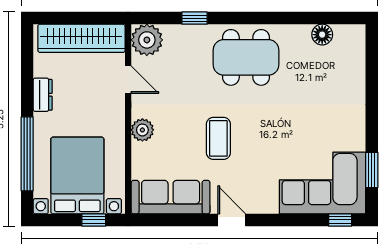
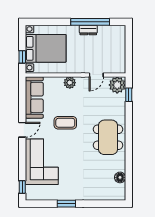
window: (195, 18) -> (129, 95), moved
wardrobe: (81, 38) -> (118, 50), removed
window: (27, 154) -> (90, 22), moved
window: (372, 170) -> (66, 204), moved
corner sofa: (322, 183) -> (42, 162), moved

